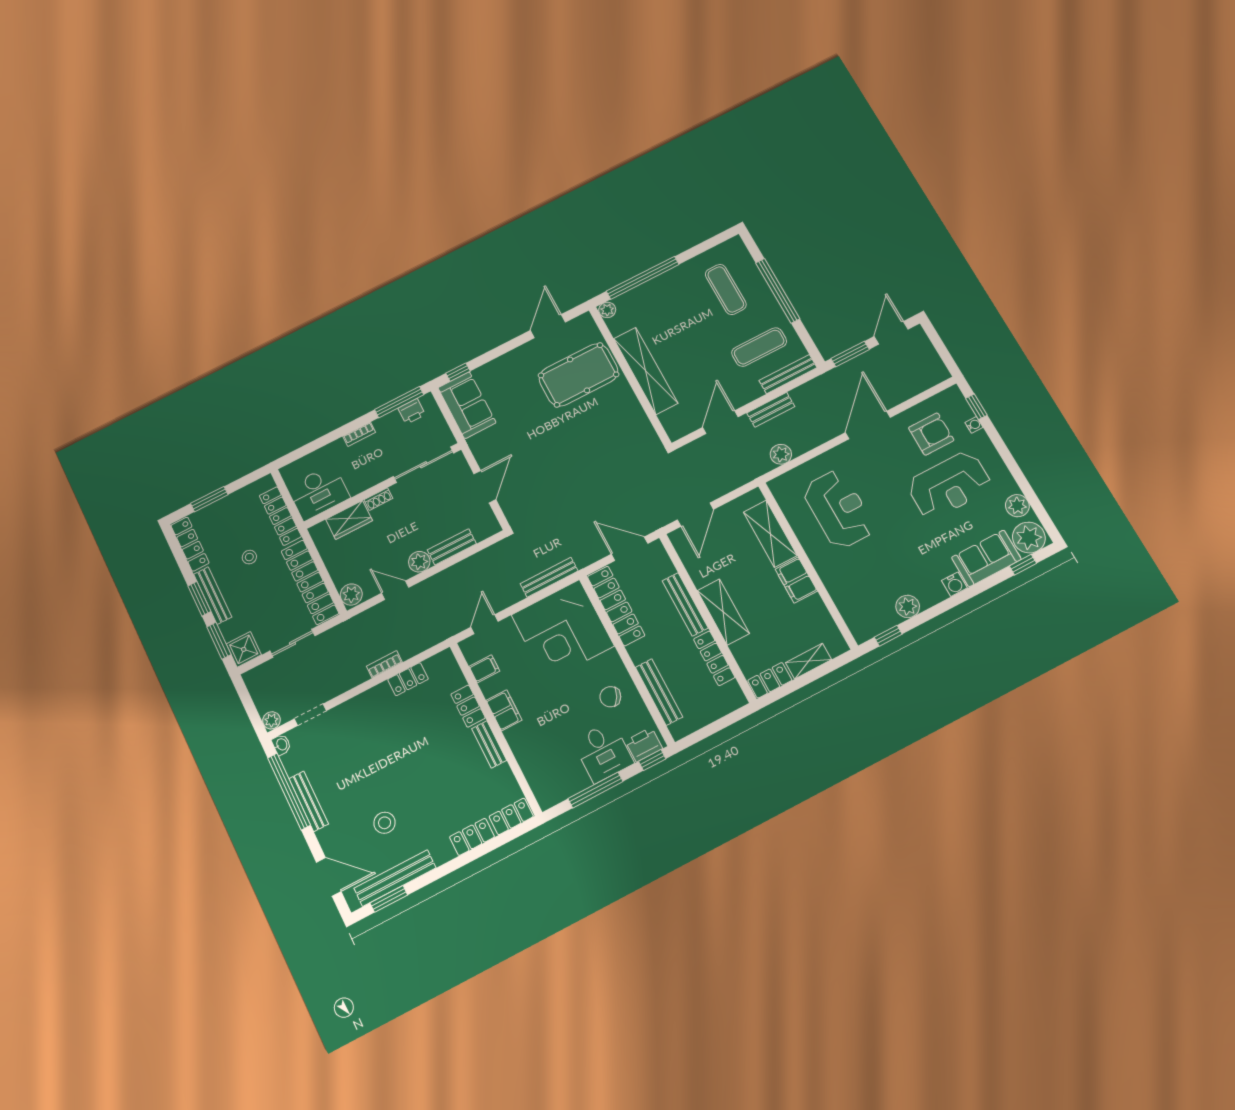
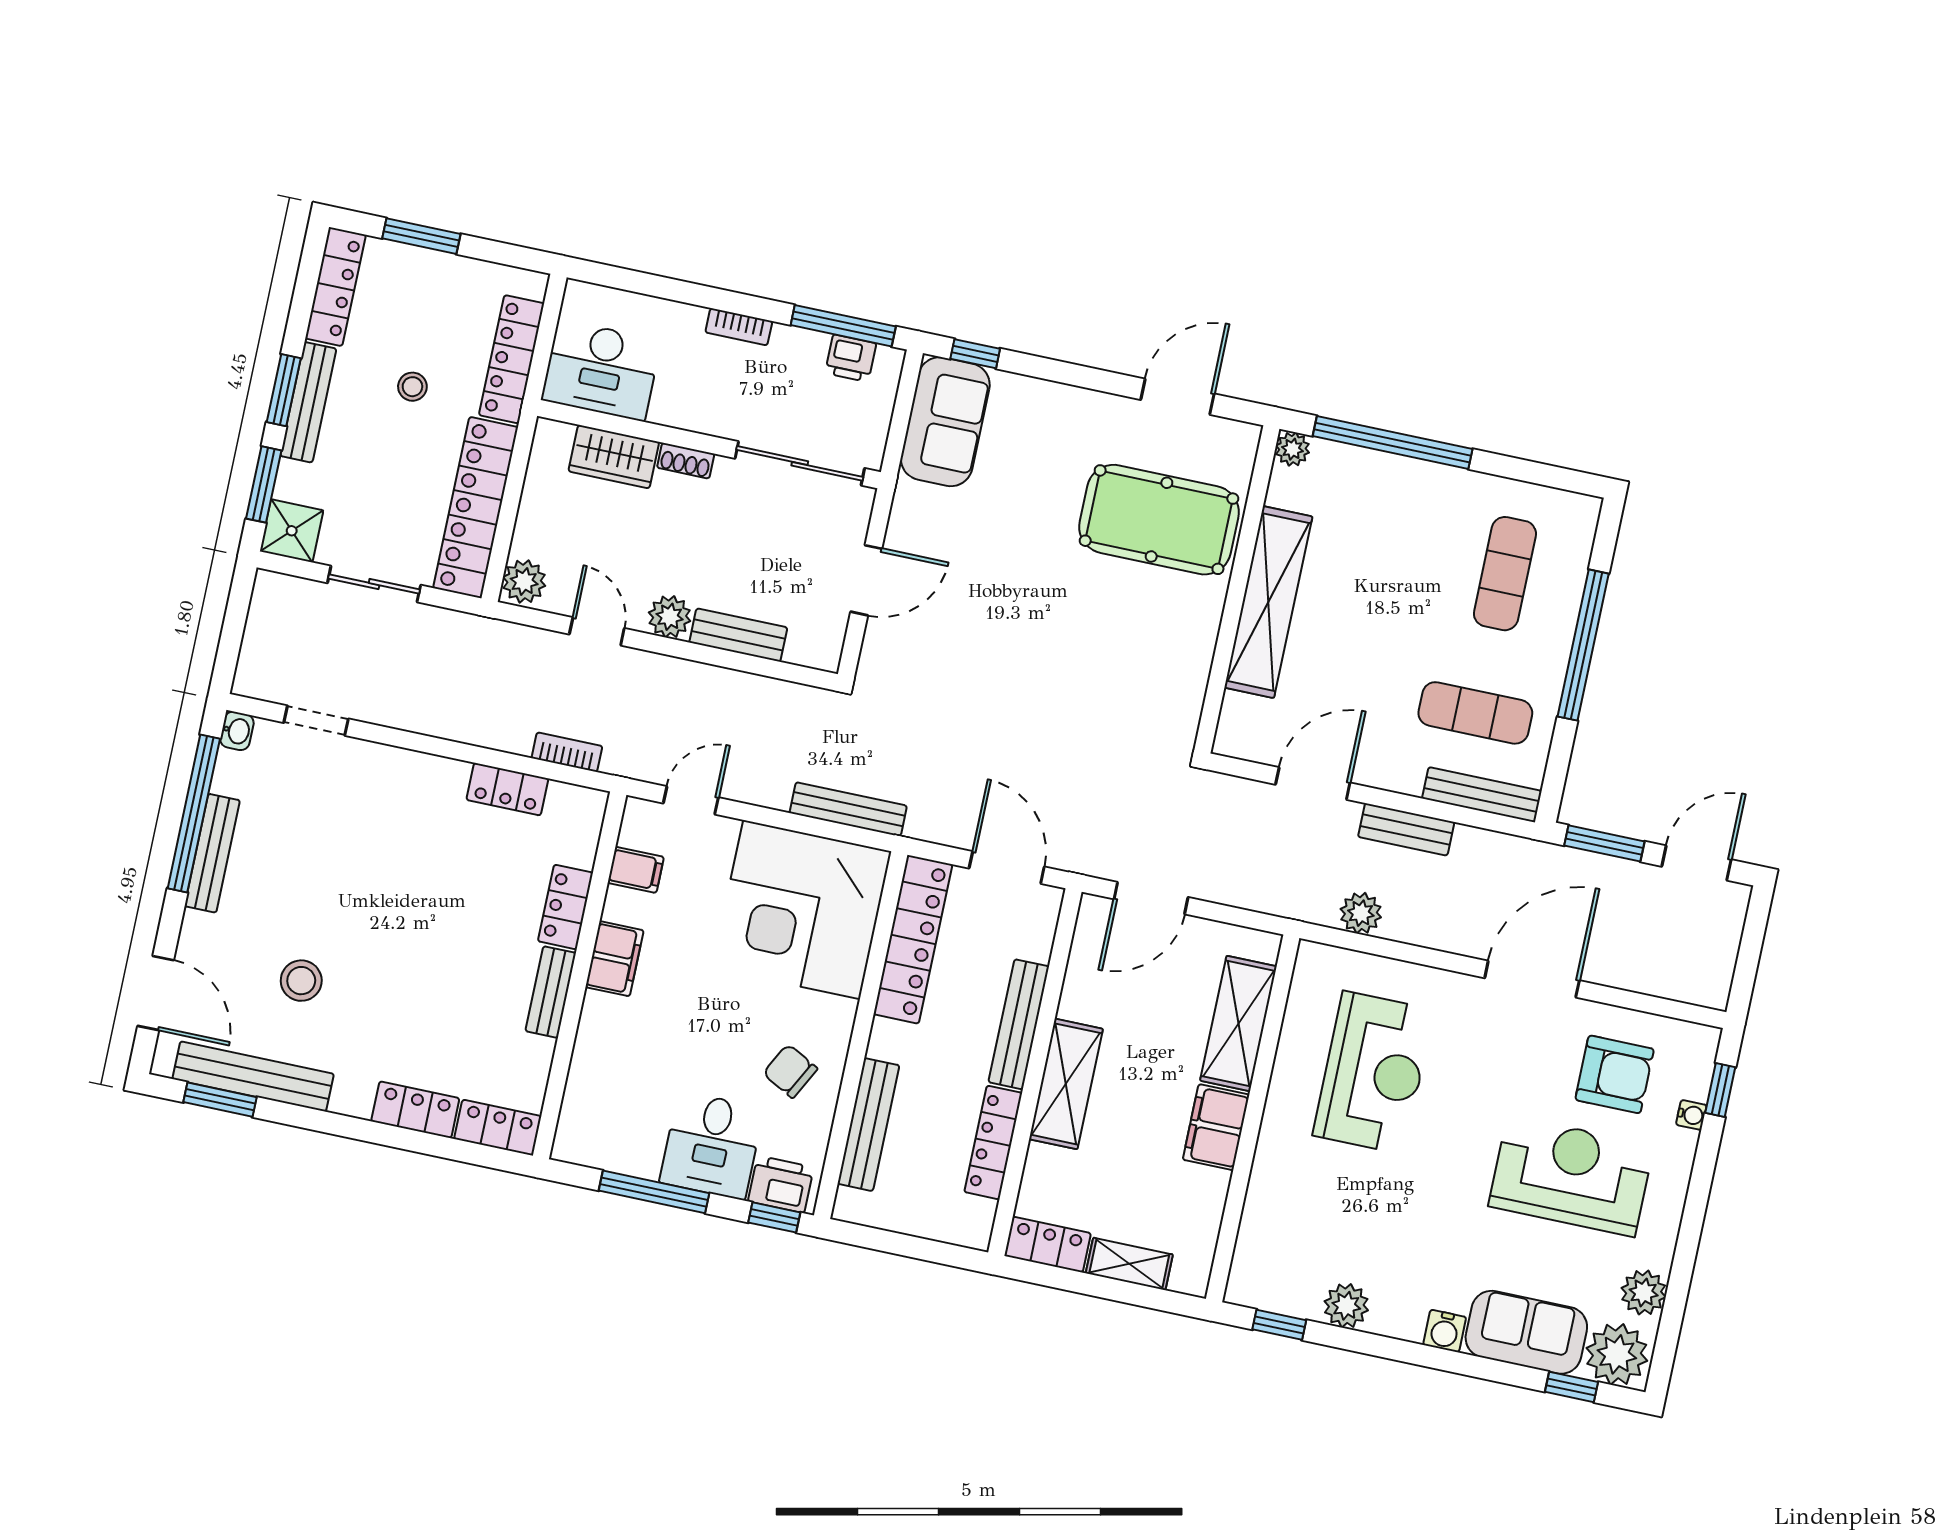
reception desk: (949, 485) -> (1571, 1176), turned 180
bookcase: (384, 664) -> (567, 752), moved
plant: (271, 720) -> (250, 680), removed

